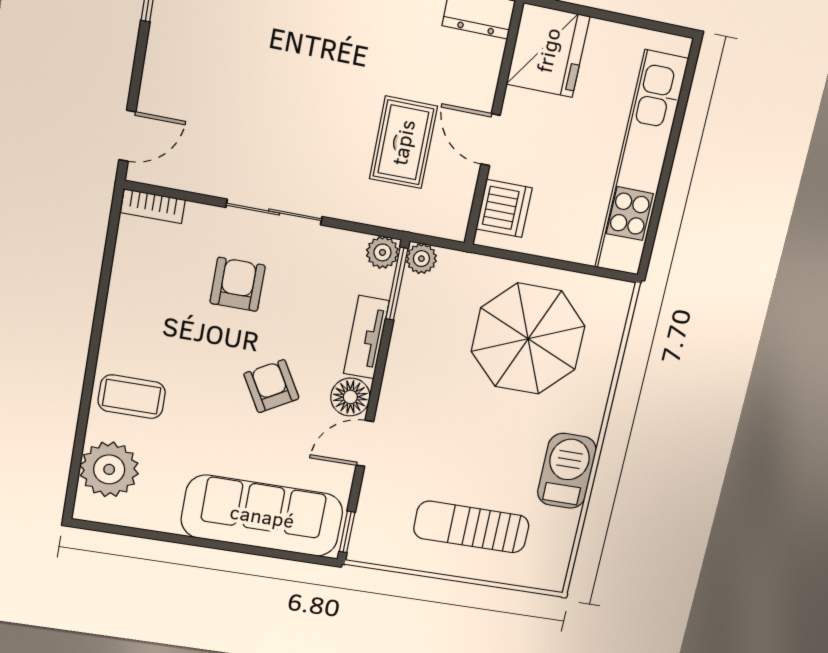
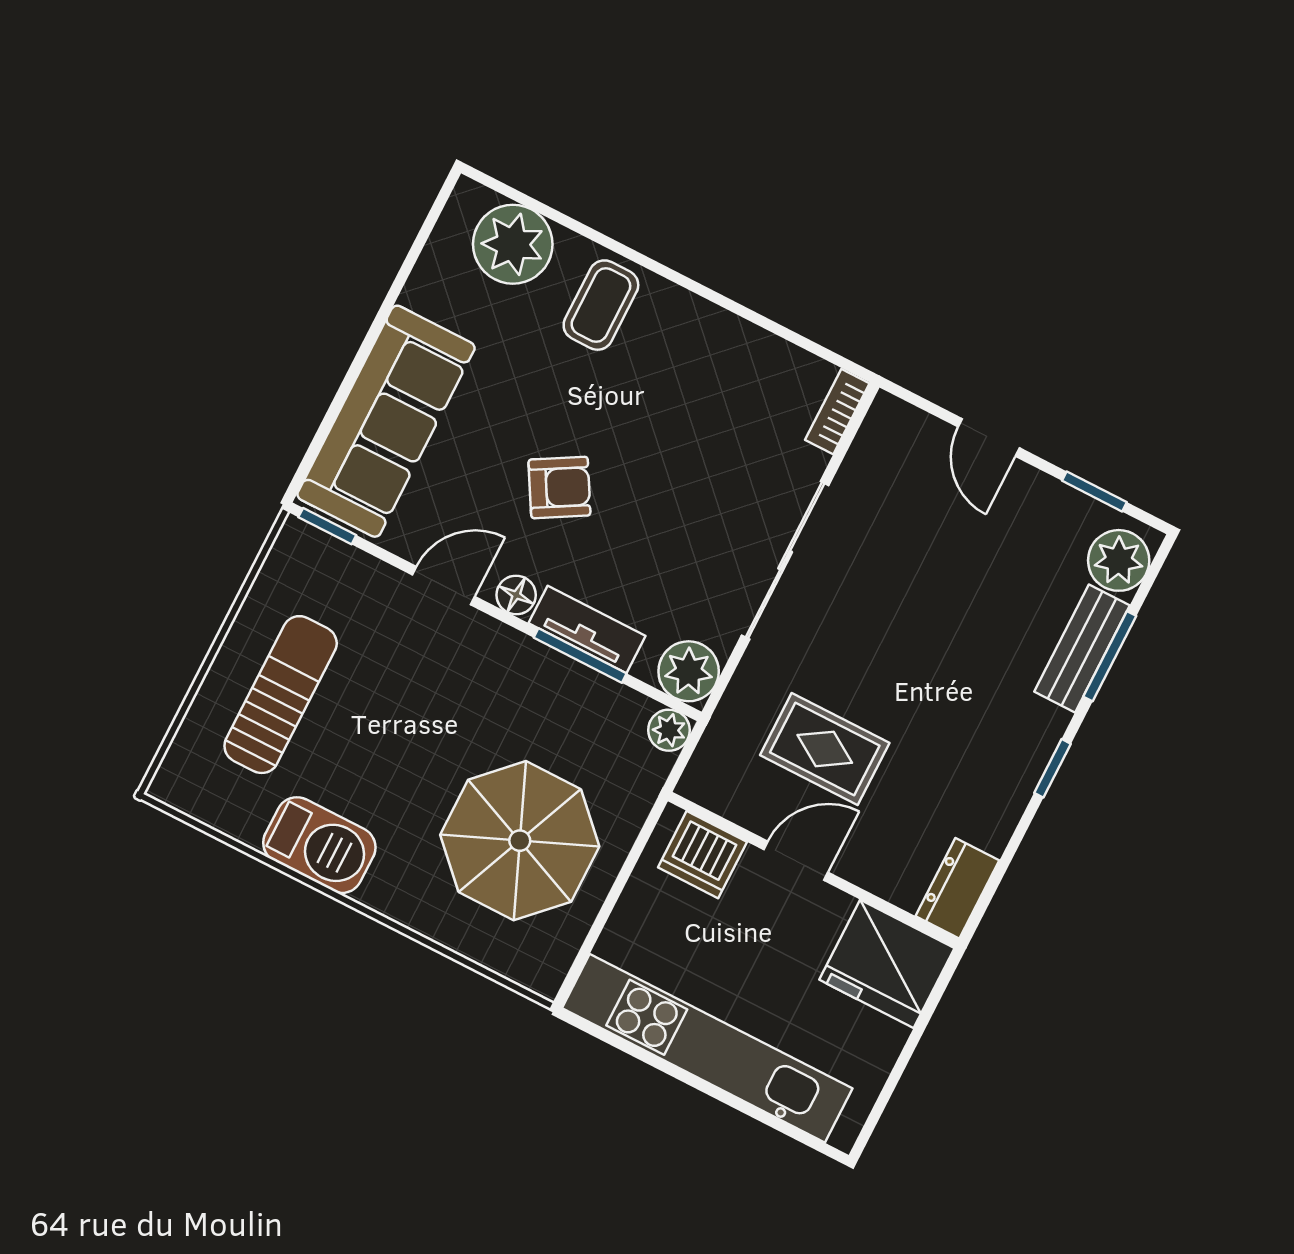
door: (127, 136) -> (989, 437), moved
sliding door: (274, 212) -> (785, 560), width x1.37
plant: (382, 252) -> (689, 671), width x1.38, depth x1.38
armchair: (238, 284) -> (707, 486), removed
window: (397, 284) -> (580, 656), moved
floor lamp: (350, 397) -> (516, 595), width x0.73, depth x0.73
door: (365, 443) -> (444, 586), hinge flipped

